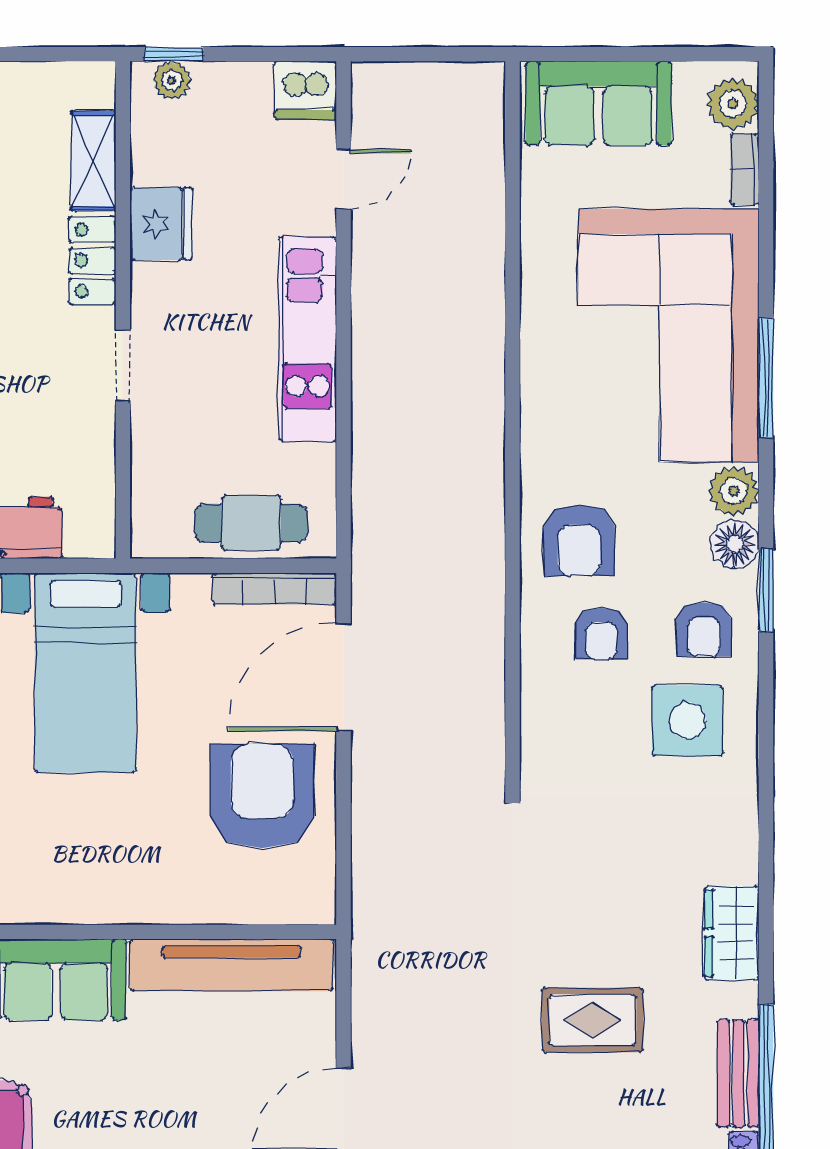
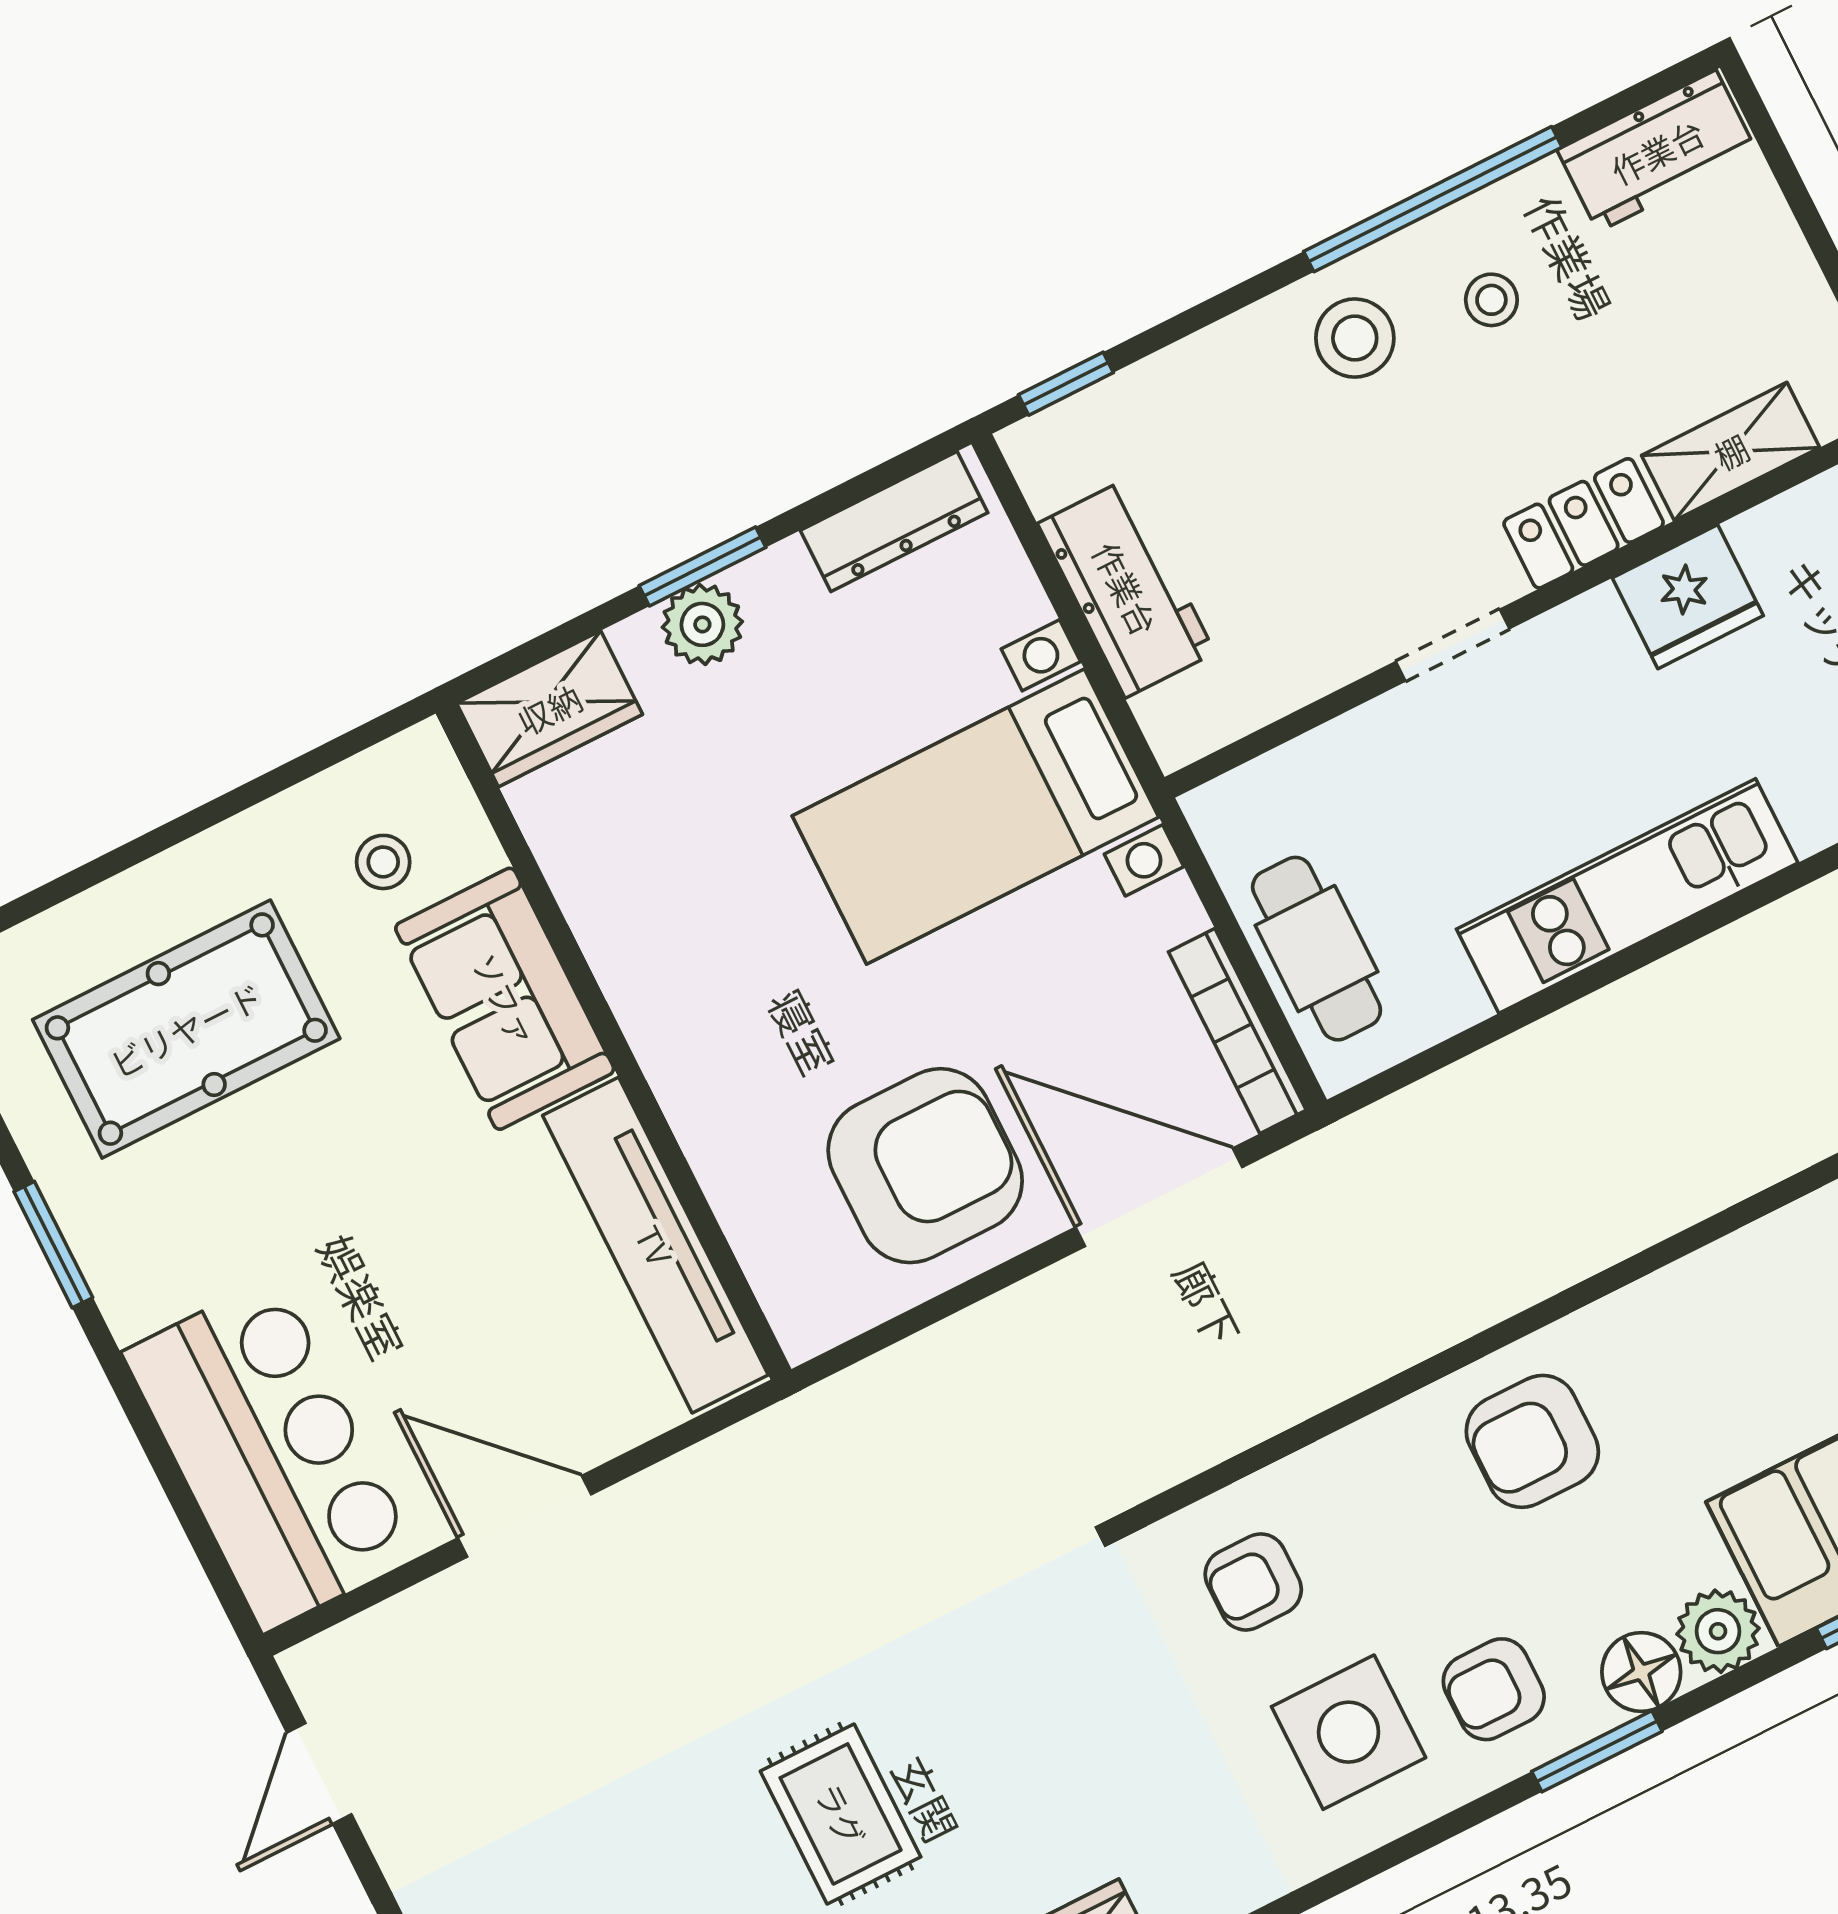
armchair: (601, 634) -> (1253, 1582), moved

